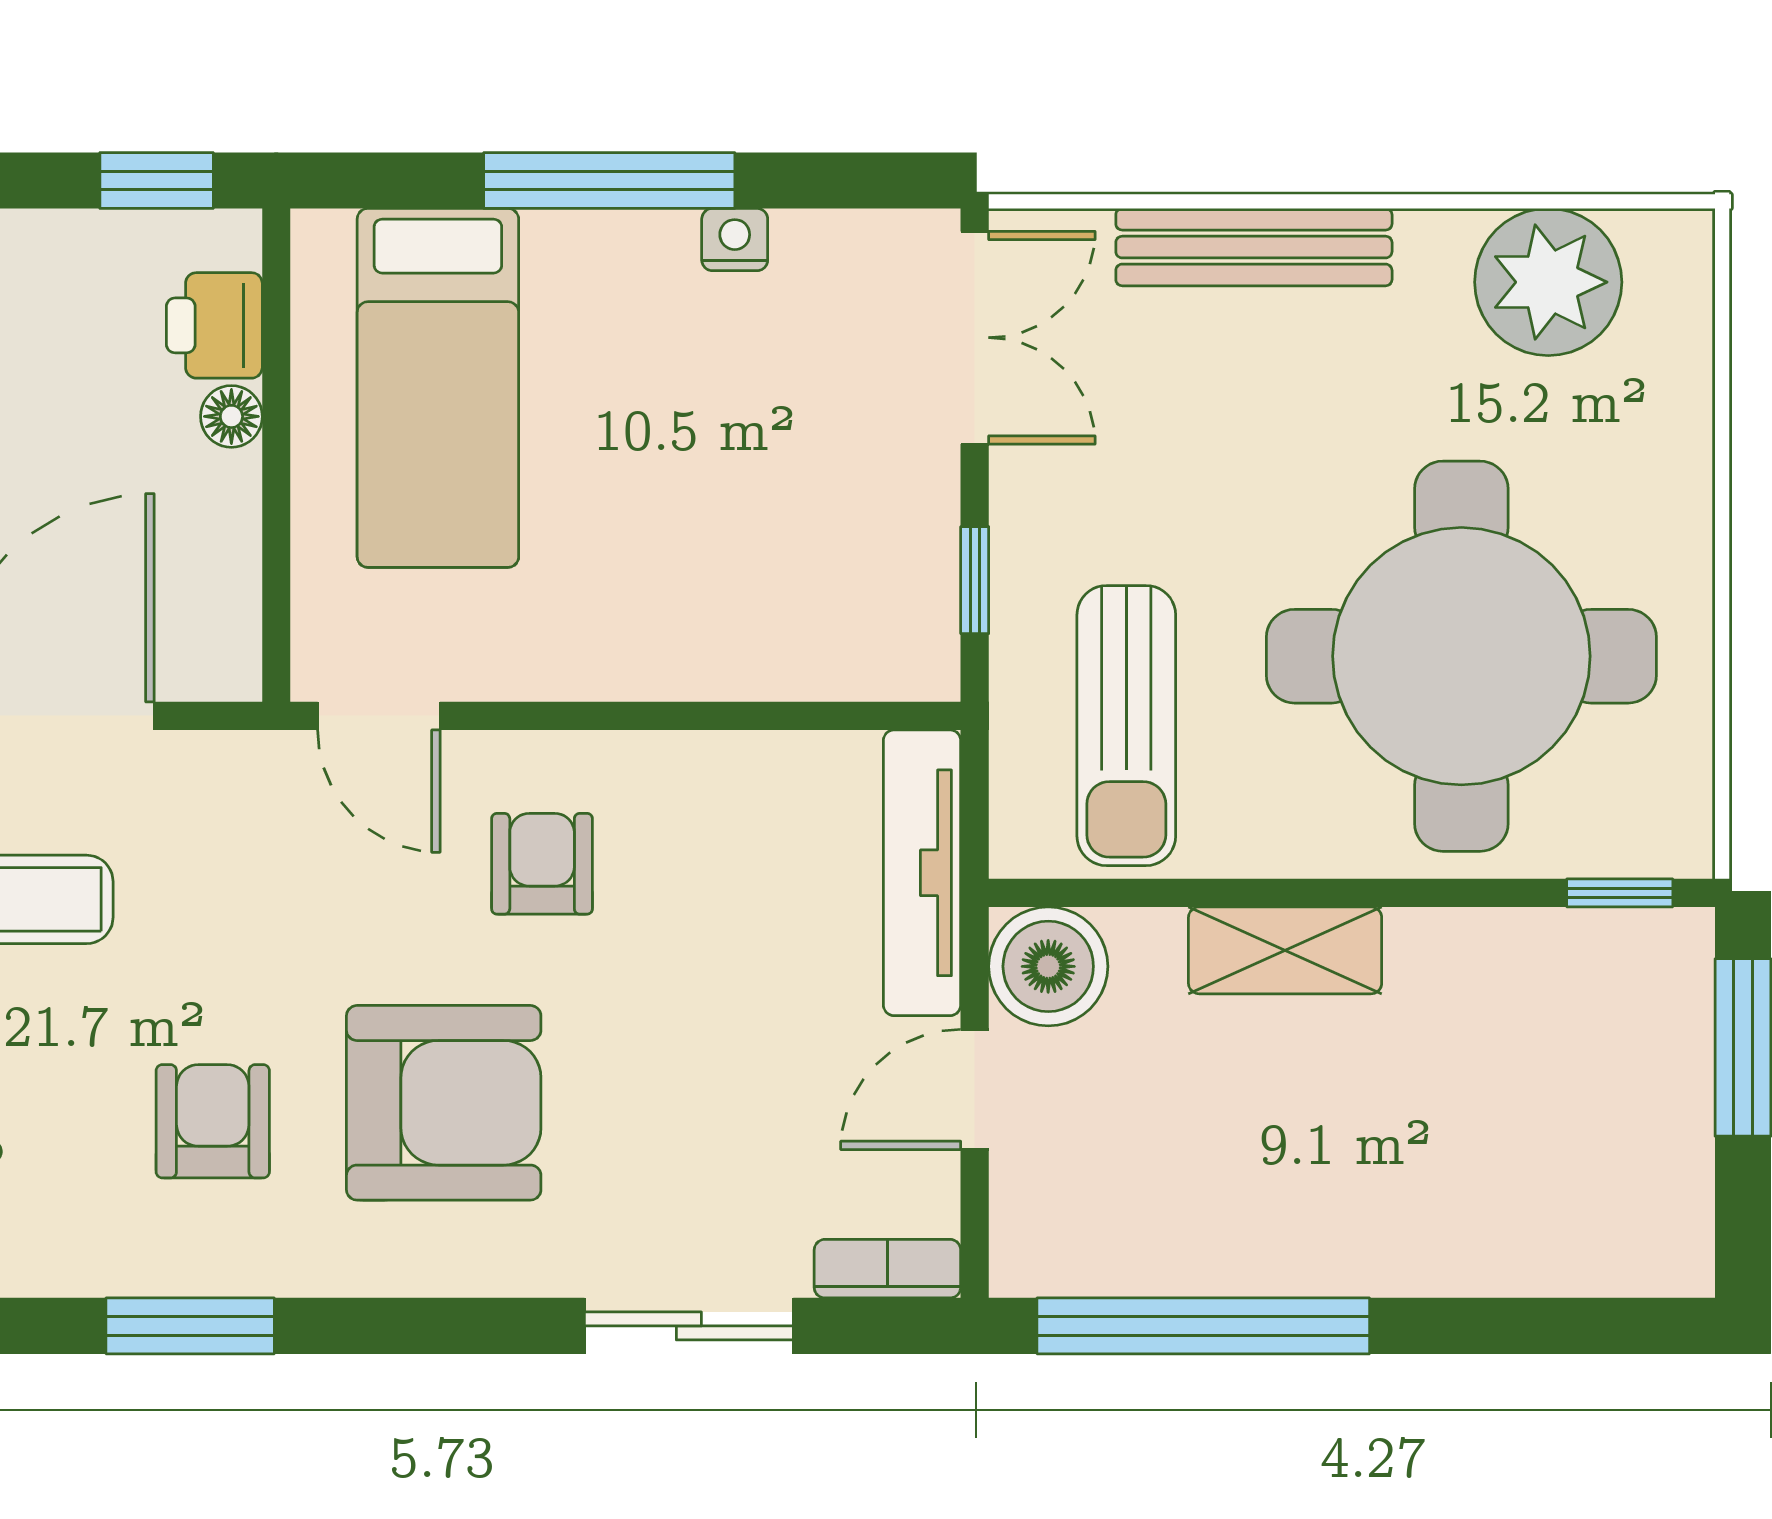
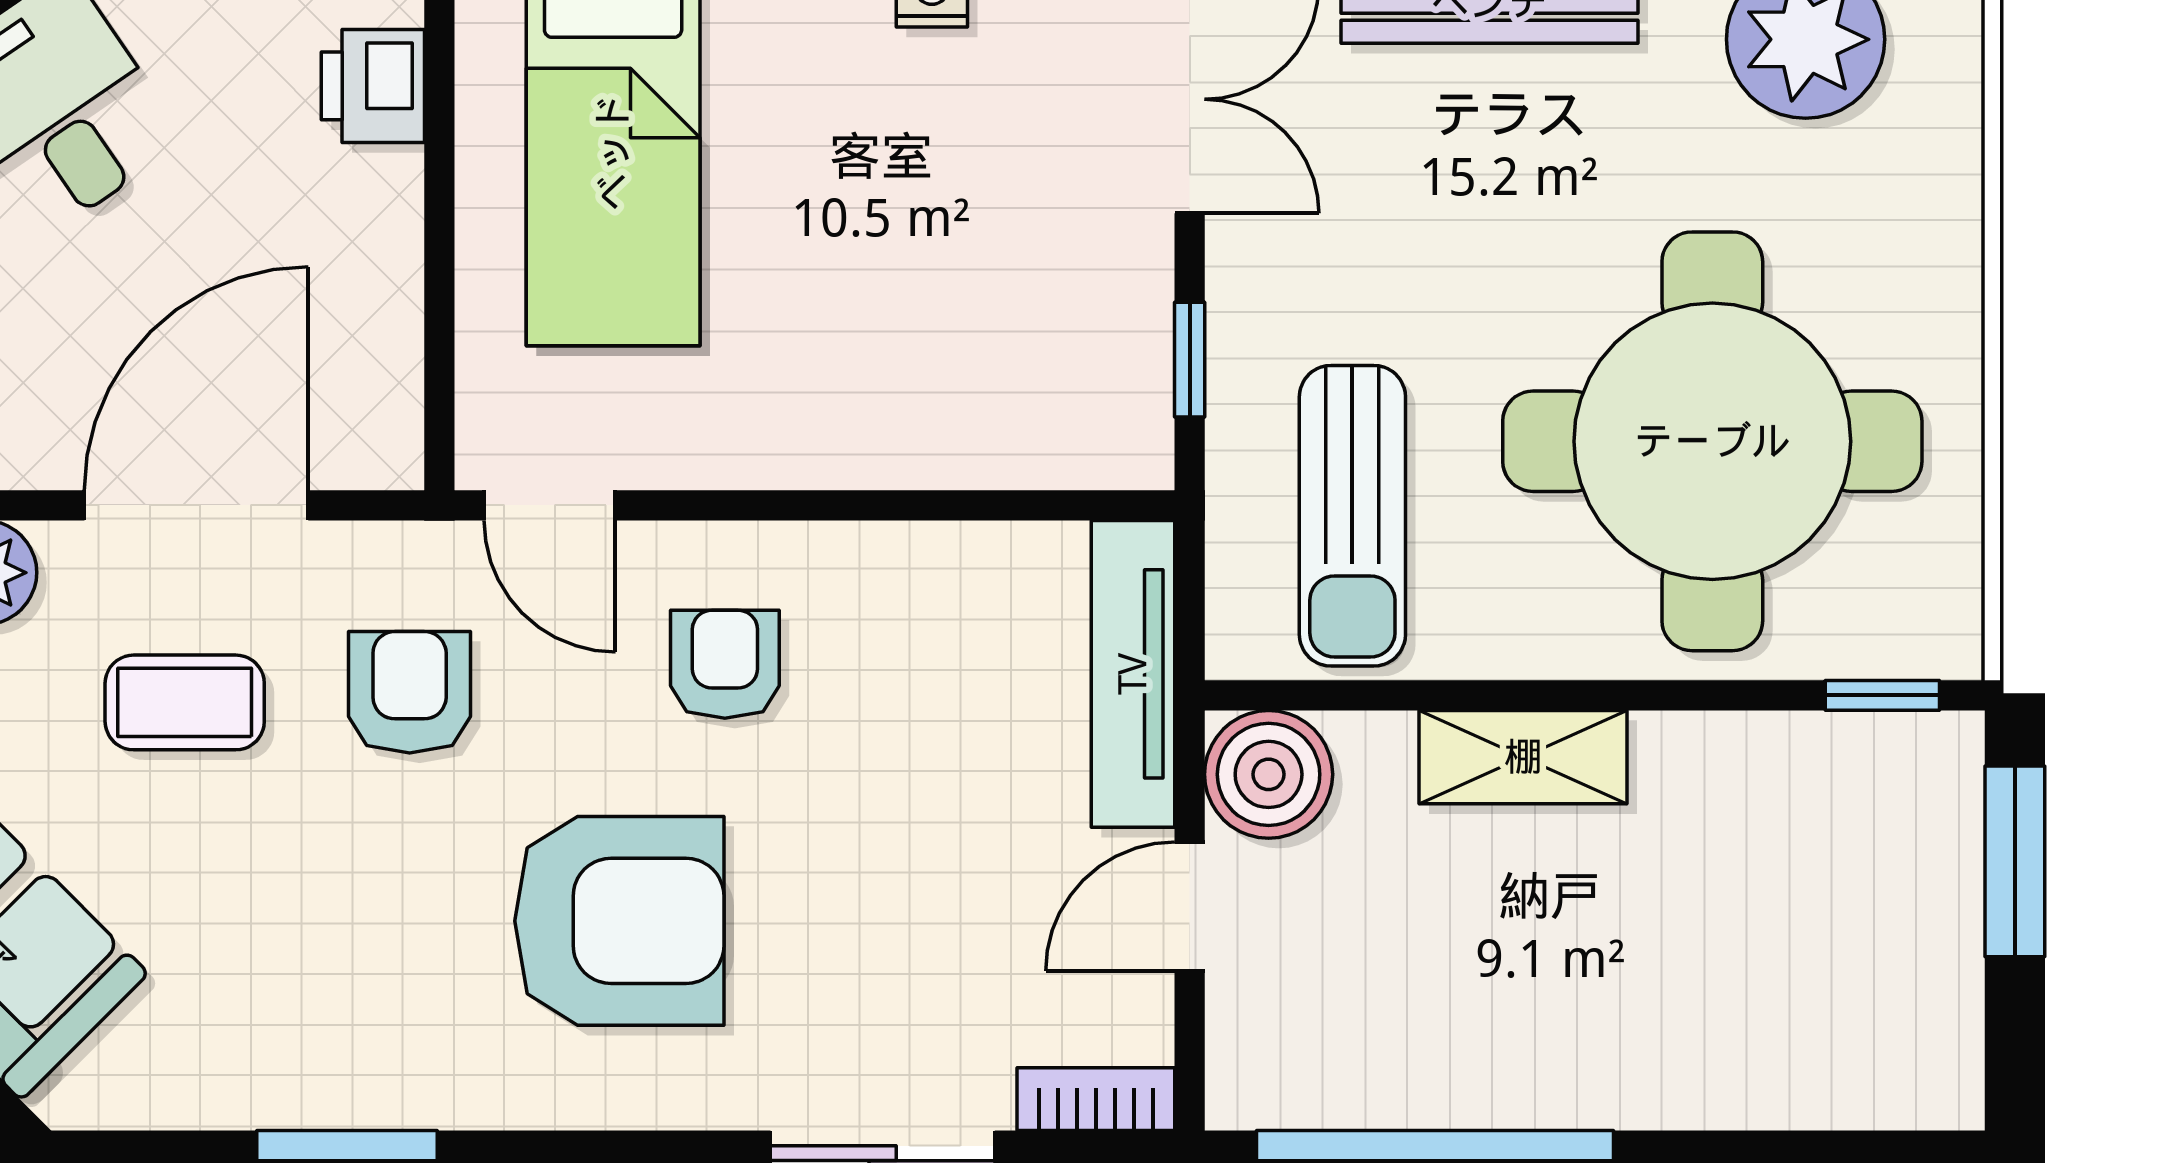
floor lamp: (231, 416) -> (391, 184), removed
armchair: (213, 1121) -> (410, 692), moved

